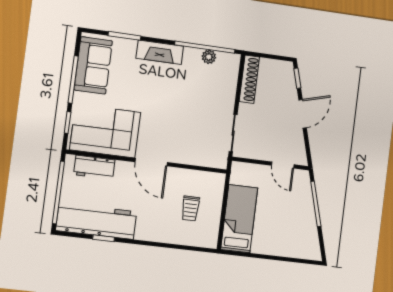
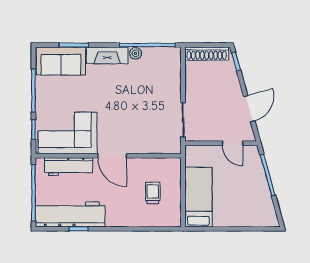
plant: (209, 57) -> (135, 53), moved
sofa: (93, 65) -> (61, 61), moved, turned 90
shoe rack: (249, 79) -> (207, 54), moved, turned 90
door: (303, 114) -> (249, 109), moved
workbench: (94, 167) -> (69, 167), width x1.38
trolley: (190, 208) -> (153, 193), turned 180

